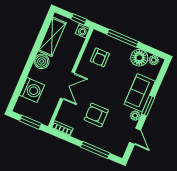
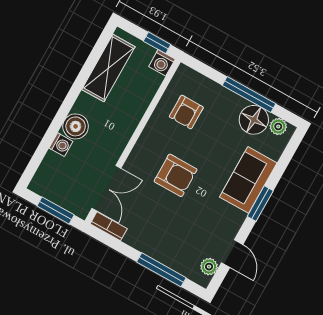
window: (123, 38) -> (249, 94), moved
boiler: (42, 61) -> (76, 126), moved
double door: (67, 86) -> (106, 188), moved
washing machine: (32, 90) -> (61, 145), width x0.53, depth x0.53
armchair: (96, 115) -> (176, 175), moved, turned 180
plant: (135, 116) -> (209, 267), moved

